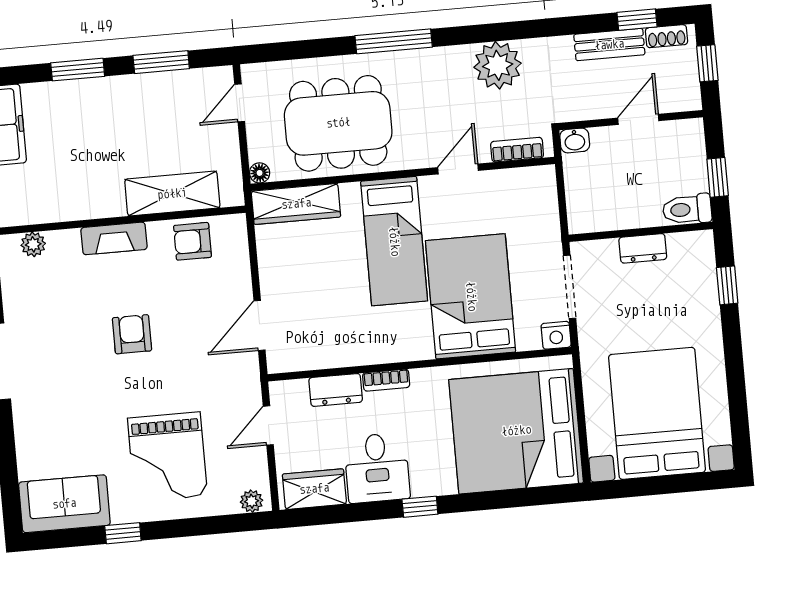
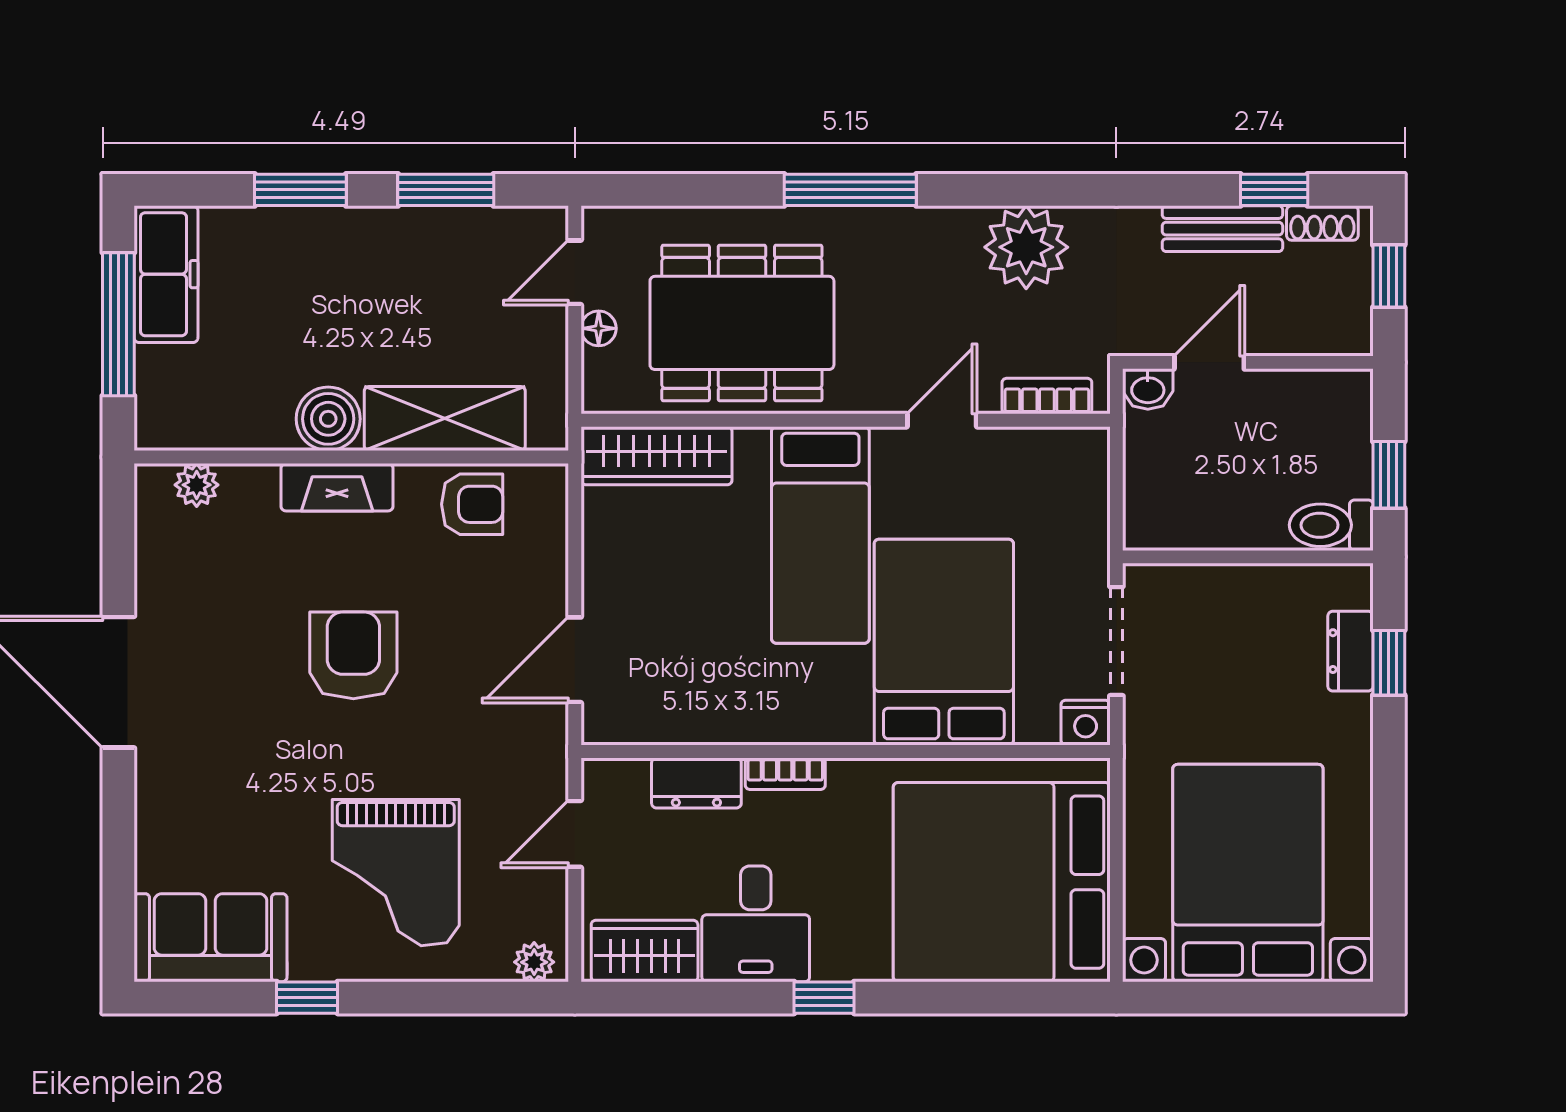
door: (638, 119) -> (1209, 362), moved
floor lamp: (260, 173) -> (599, 328), moved
boiler: (105, 200) -> (328, 419), added
armchair: (192, 241) -> (472, 504), turned 180
dresser: (643, 248) -> (1351, 651), moved, turned 90
armchair: (132, 334) -> (353, 655), width x1.38, depth x1.38

